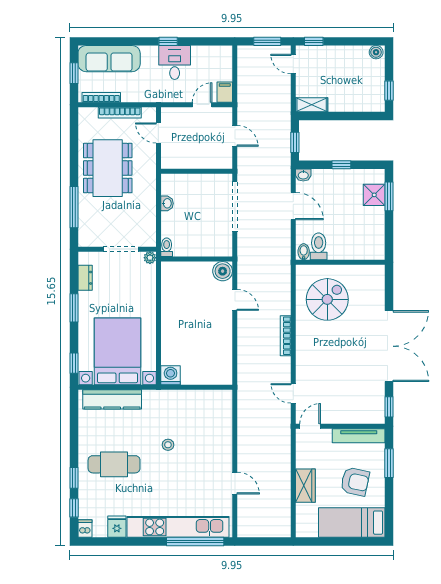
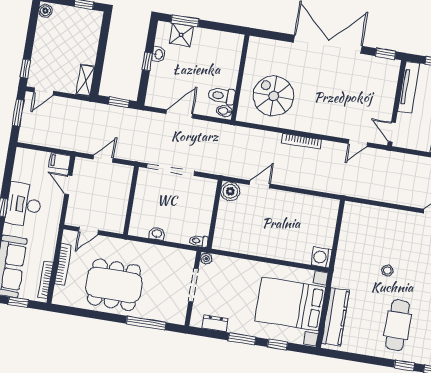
desk: (175, 62) -> (24, 204), width x1.37
washbasin: (303, 175) -> (158, 54), moved
window: (74, 363) -> (277, 345), moved

